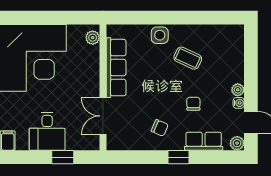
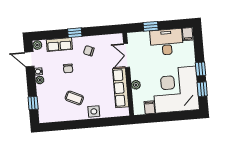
filing cabinet: (75, 34) -> (149, 107), added
plant: (93, 38) -> (136, 85), moved
window: (251, 56) -> (33, 103), added
double door: (103, 116) -> (127, 55), swing flipped
desk: (47, 131) -> (167, 42), width x1.37

